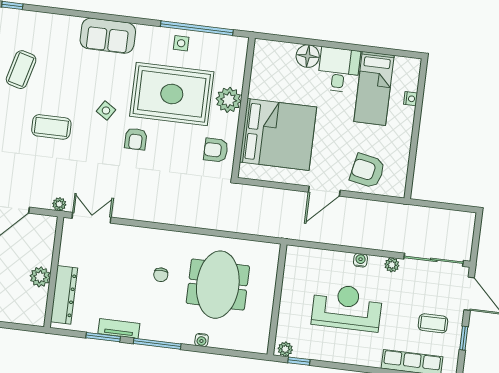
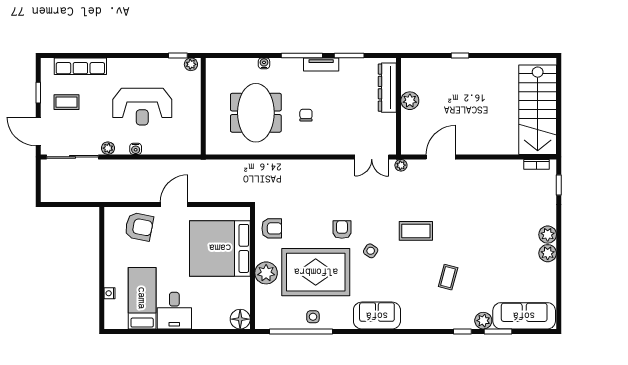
floor lamp: (308, 56) -> (240, 319), moved
coffee table: (21, 70) -> (448, 277), width x0.73, depth x0.77
tv unit: (119, 329) -> (321, 64), moved

